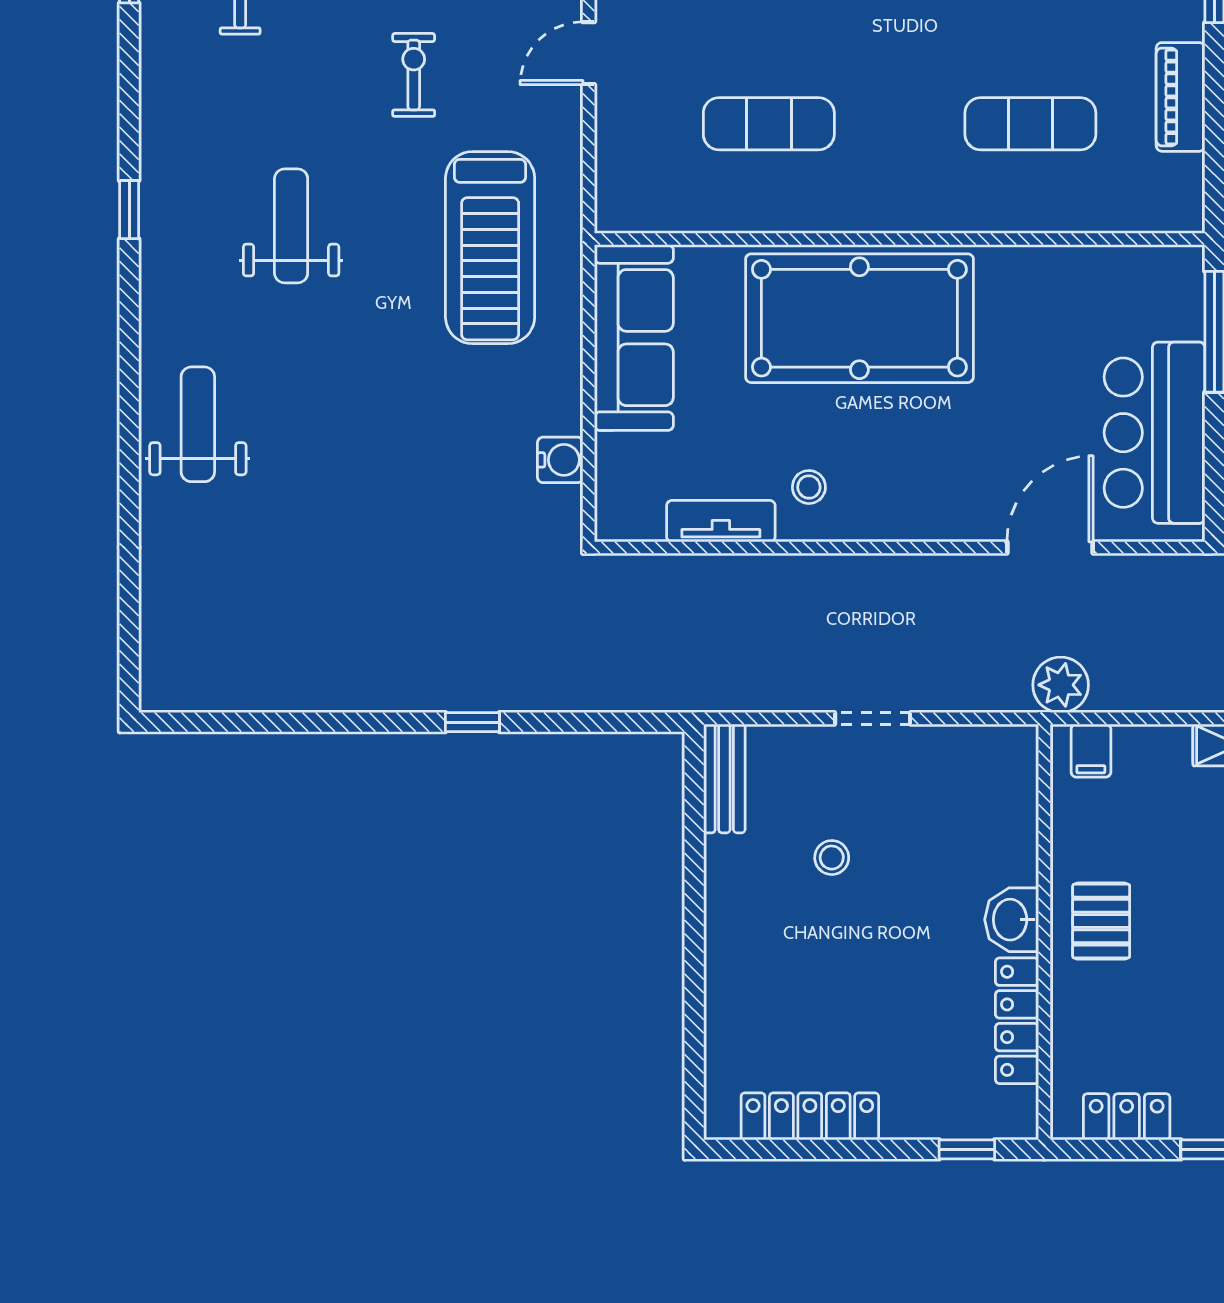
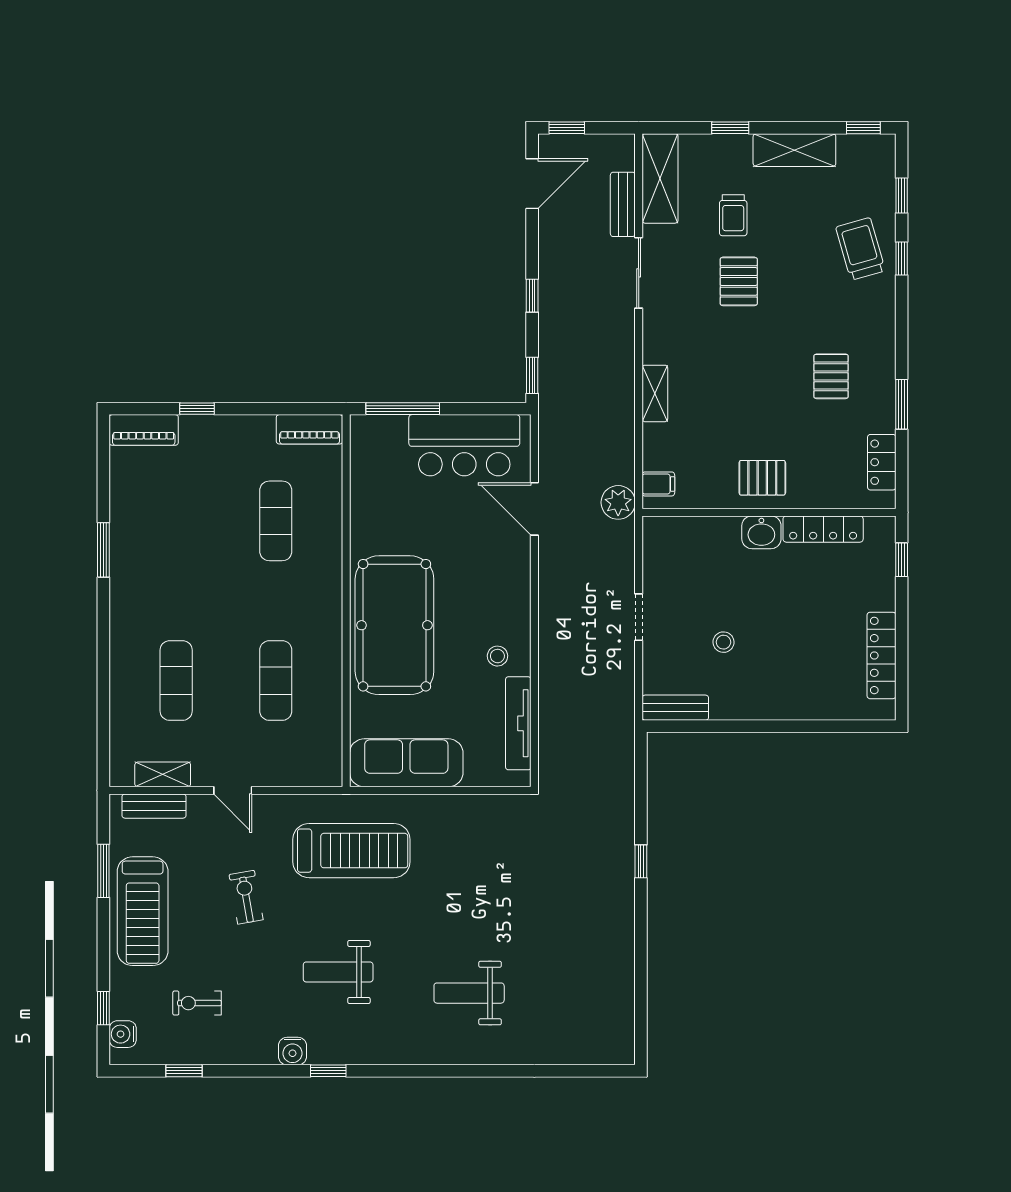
exercise bike: (414, 75) -> (246, 897), turned 80
piano: (1181, 97) -> (310, 429), moved
weight bench: (198, 424) -> (469, 993), moved
water cooler: (560, 460) -> (293, 1051), moved, turned 180
tv unit: (721, 521) -> (518, 723), width x1.41

